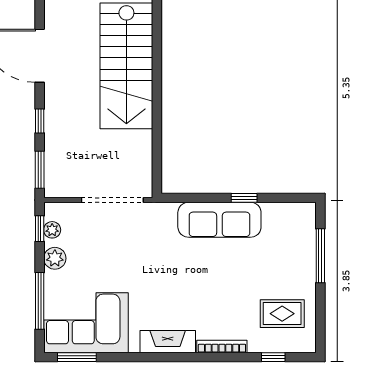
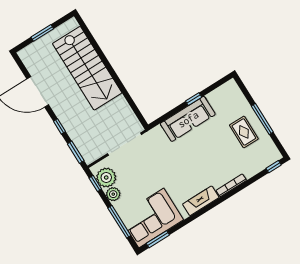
plant: (52, 230) -> (106, 177), width x1.88, depth x1.88
window: (320, 256) -> (262, 119), moved
rug: (282, 314) -> (244, 132), moved, turned 90
window: (273, 357) -> (274, 167), moved

